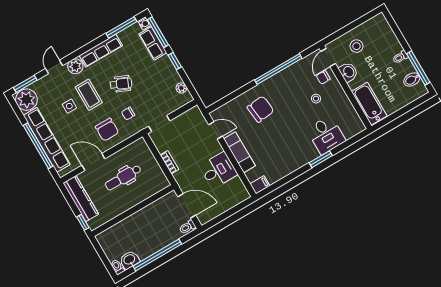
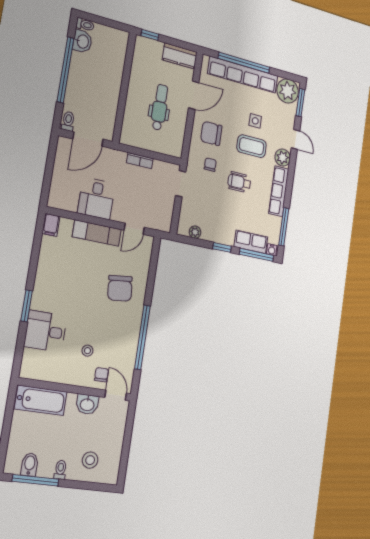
stool: (357, 46) -> (90, 460), moved
wheelchair: (121, 84) -> (239, 182), turned 67
kitchen counter: (81, 199) -> (180, 56), width x0.67

